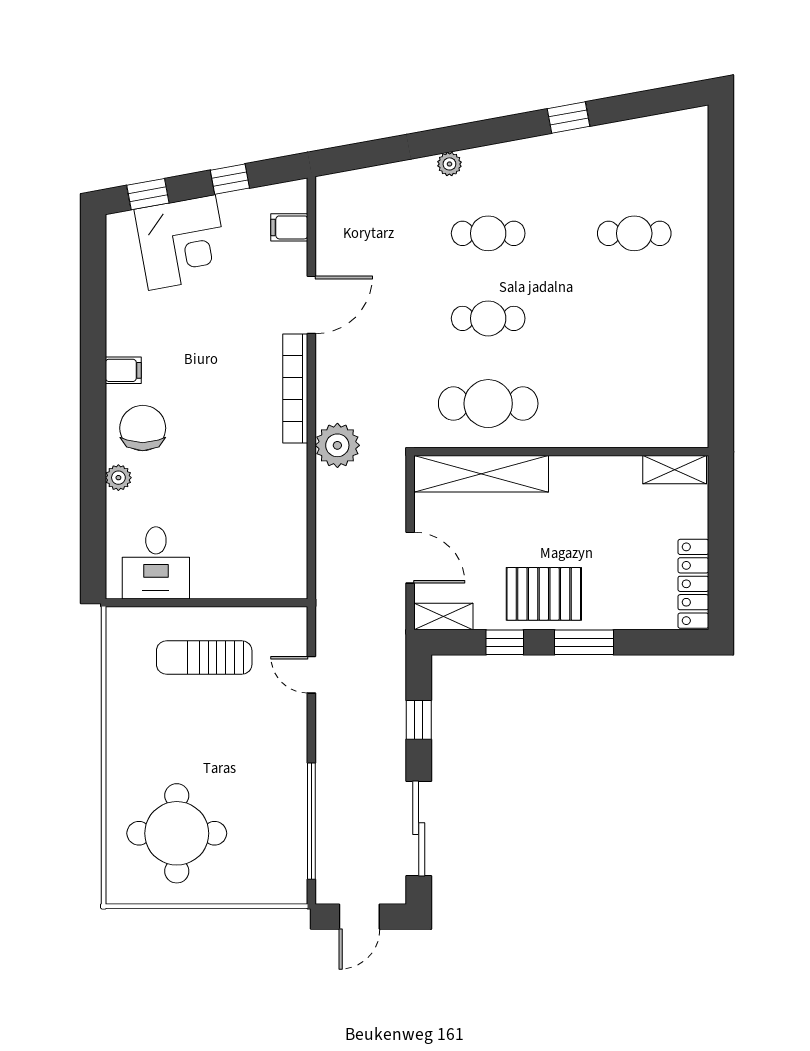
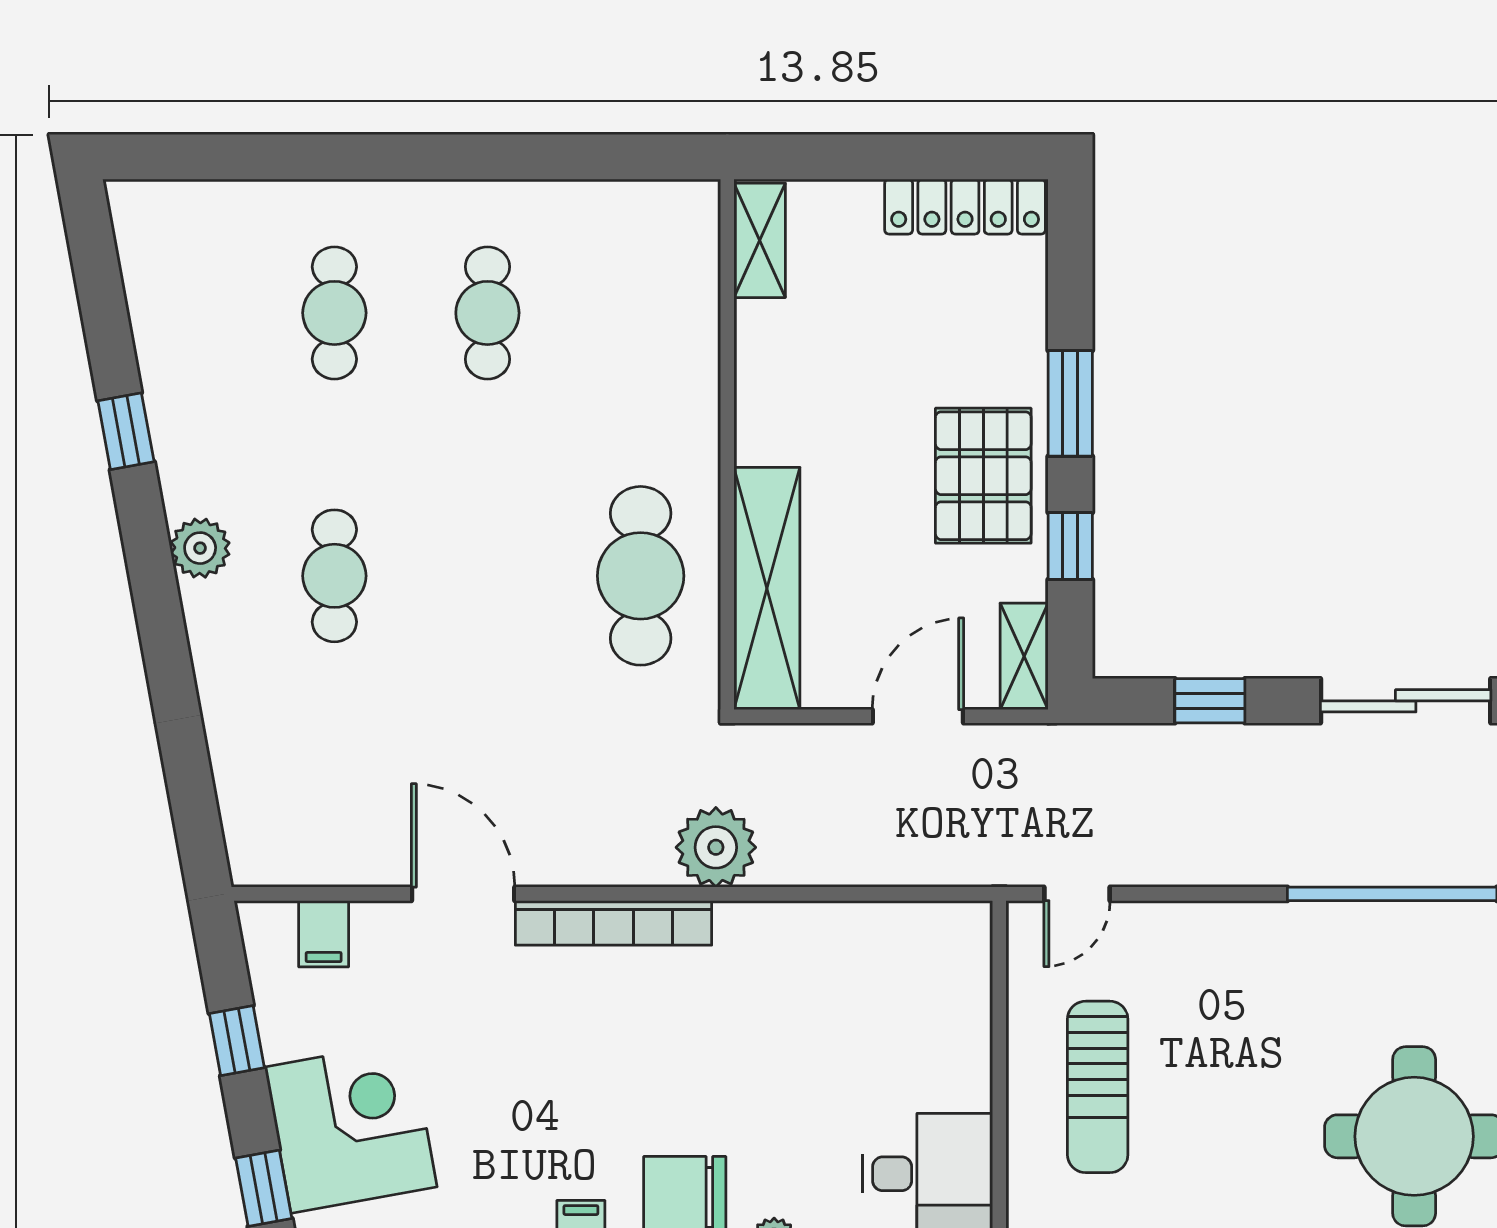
plant: (449, 164) -> (200, 548), moved, width x1.38, depth x1.38
cafe table: (488, 318) -> (487, 313), moved
door: (311, 675) -> (1077, 894), moved

